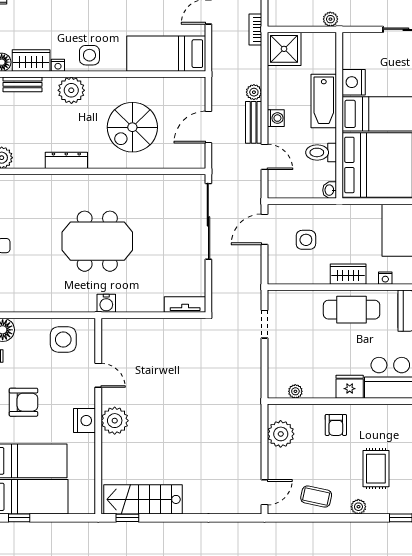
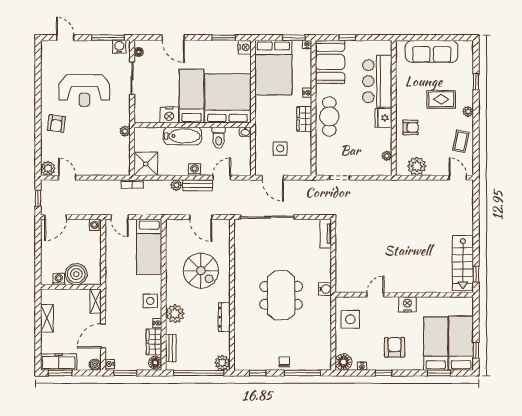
plant: (115, 421) -> (407, 283), removed

